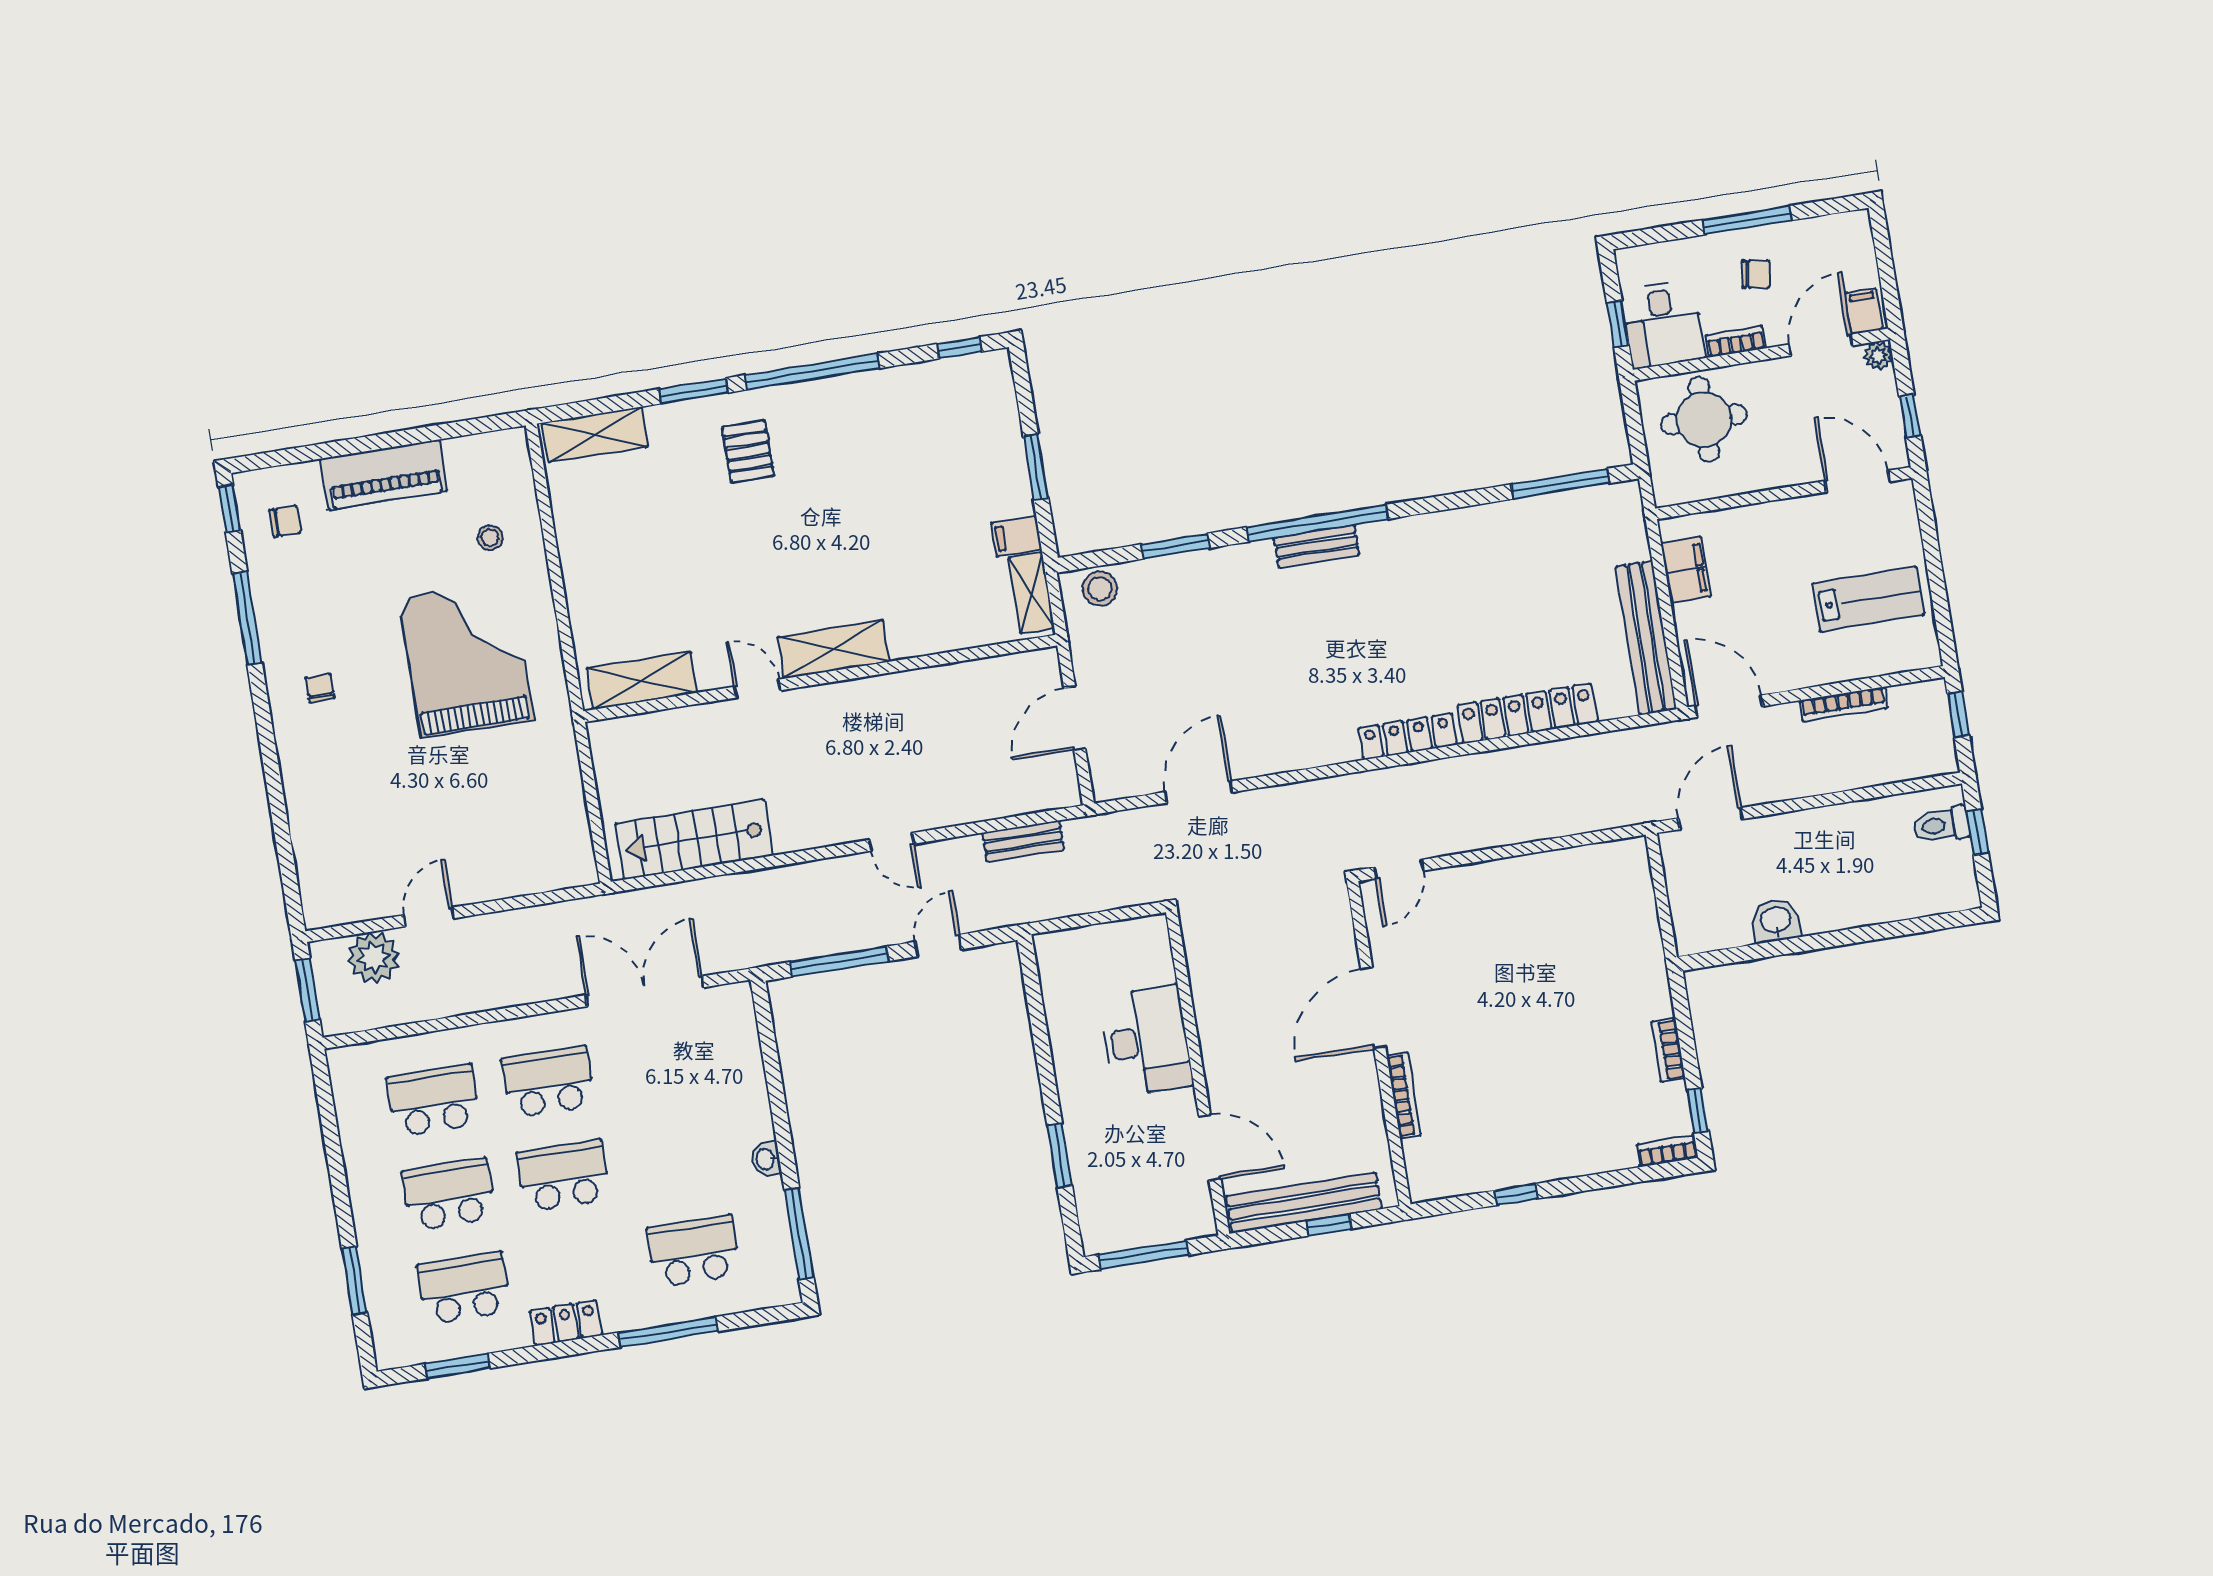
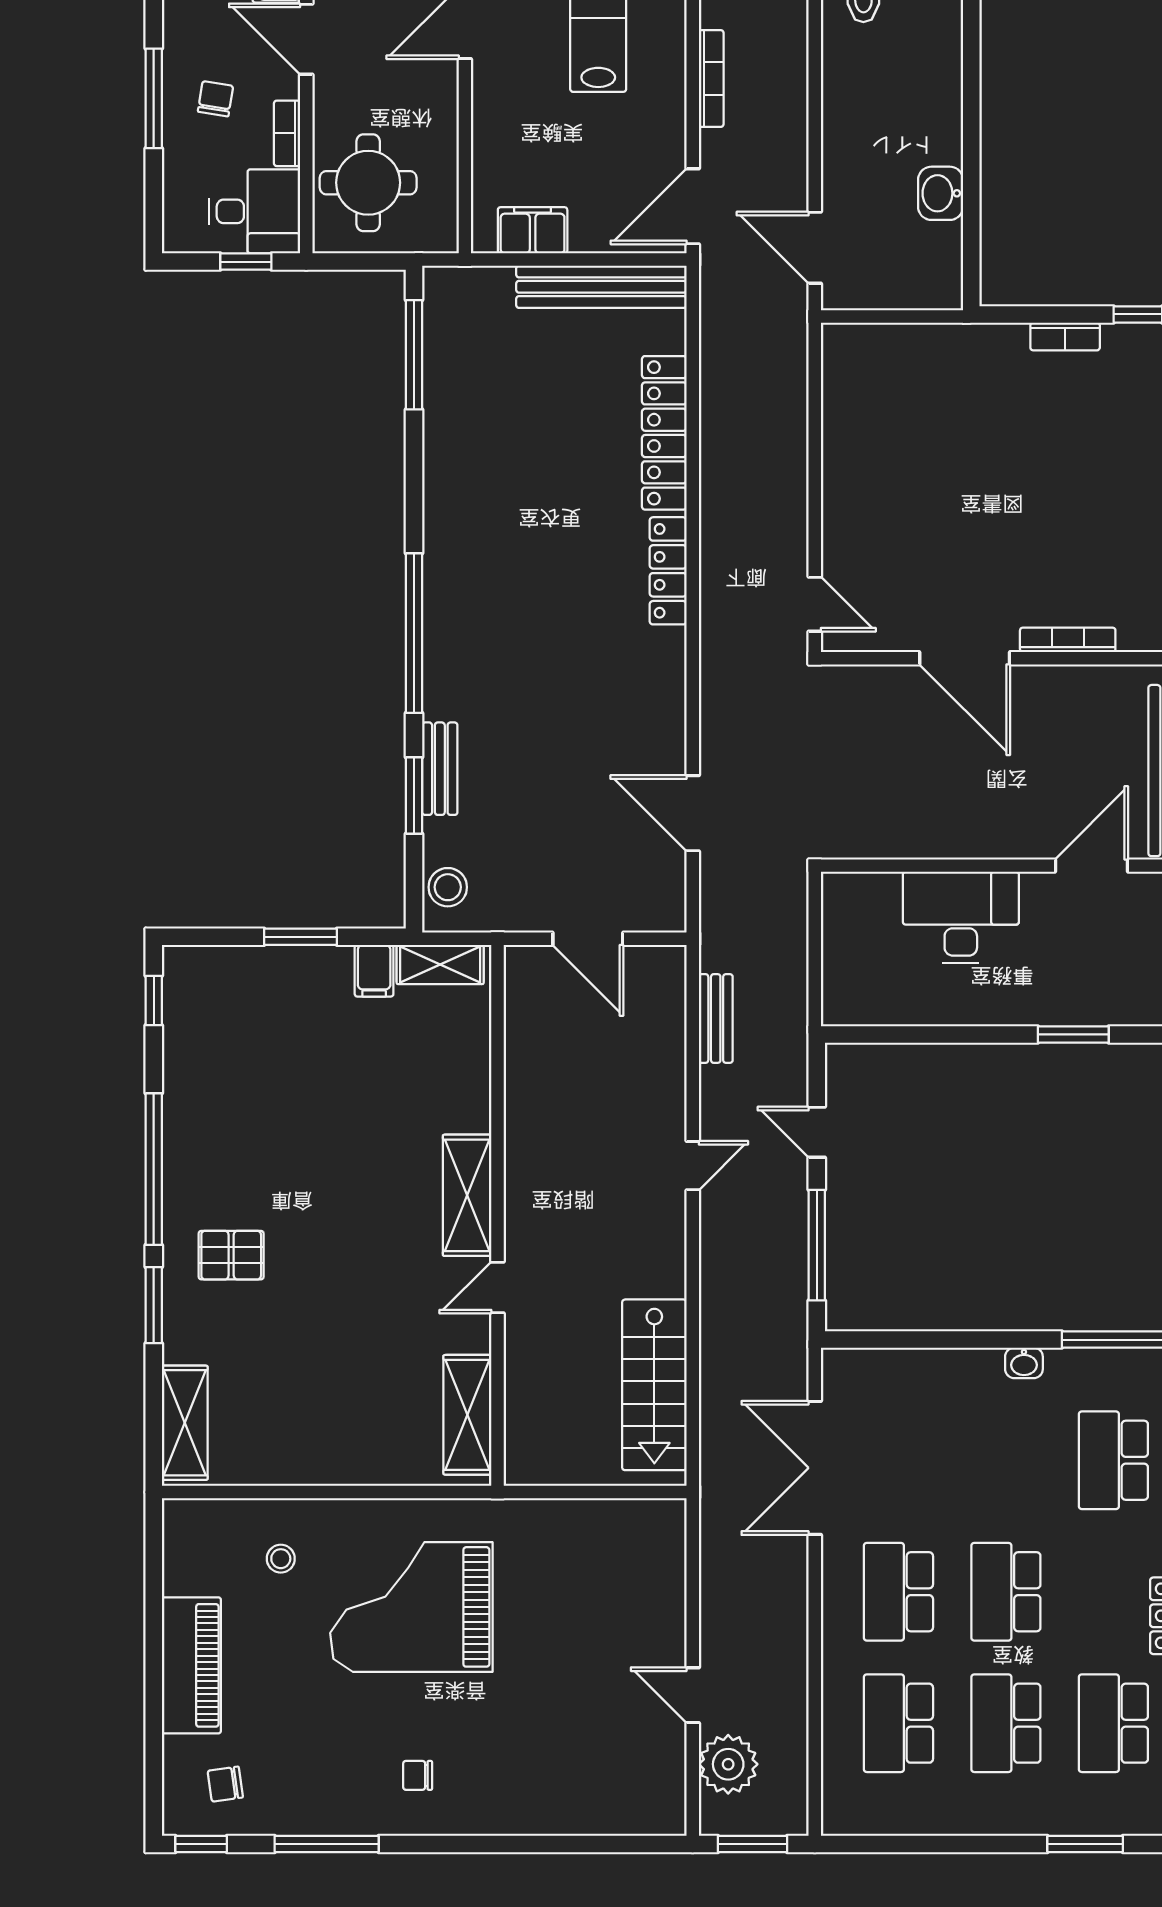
chair: (285, 521) -> (225, 1784), turned -98
bench: (1317, 546) -> (440, 769), moved

